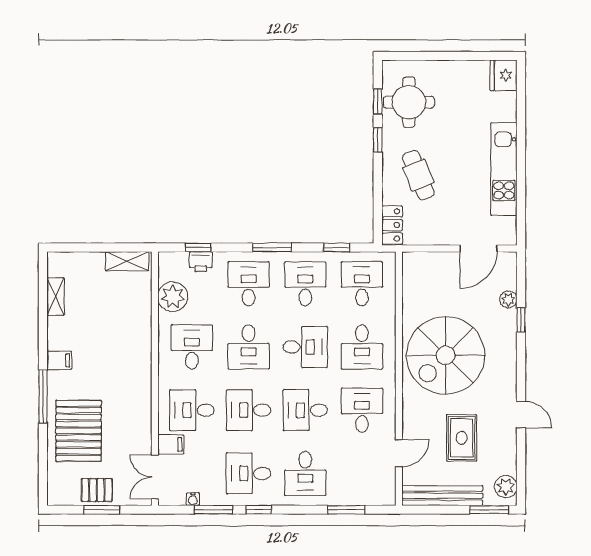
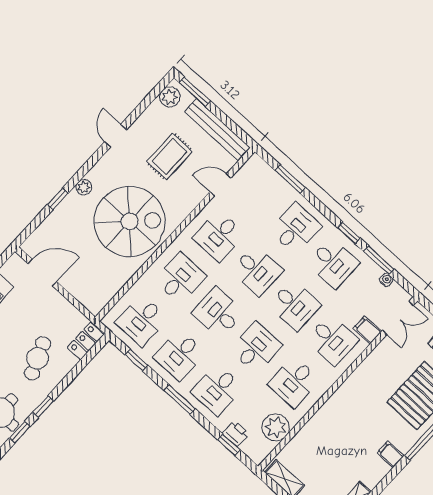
plant: (508, 299) -> (84, 187), moved

